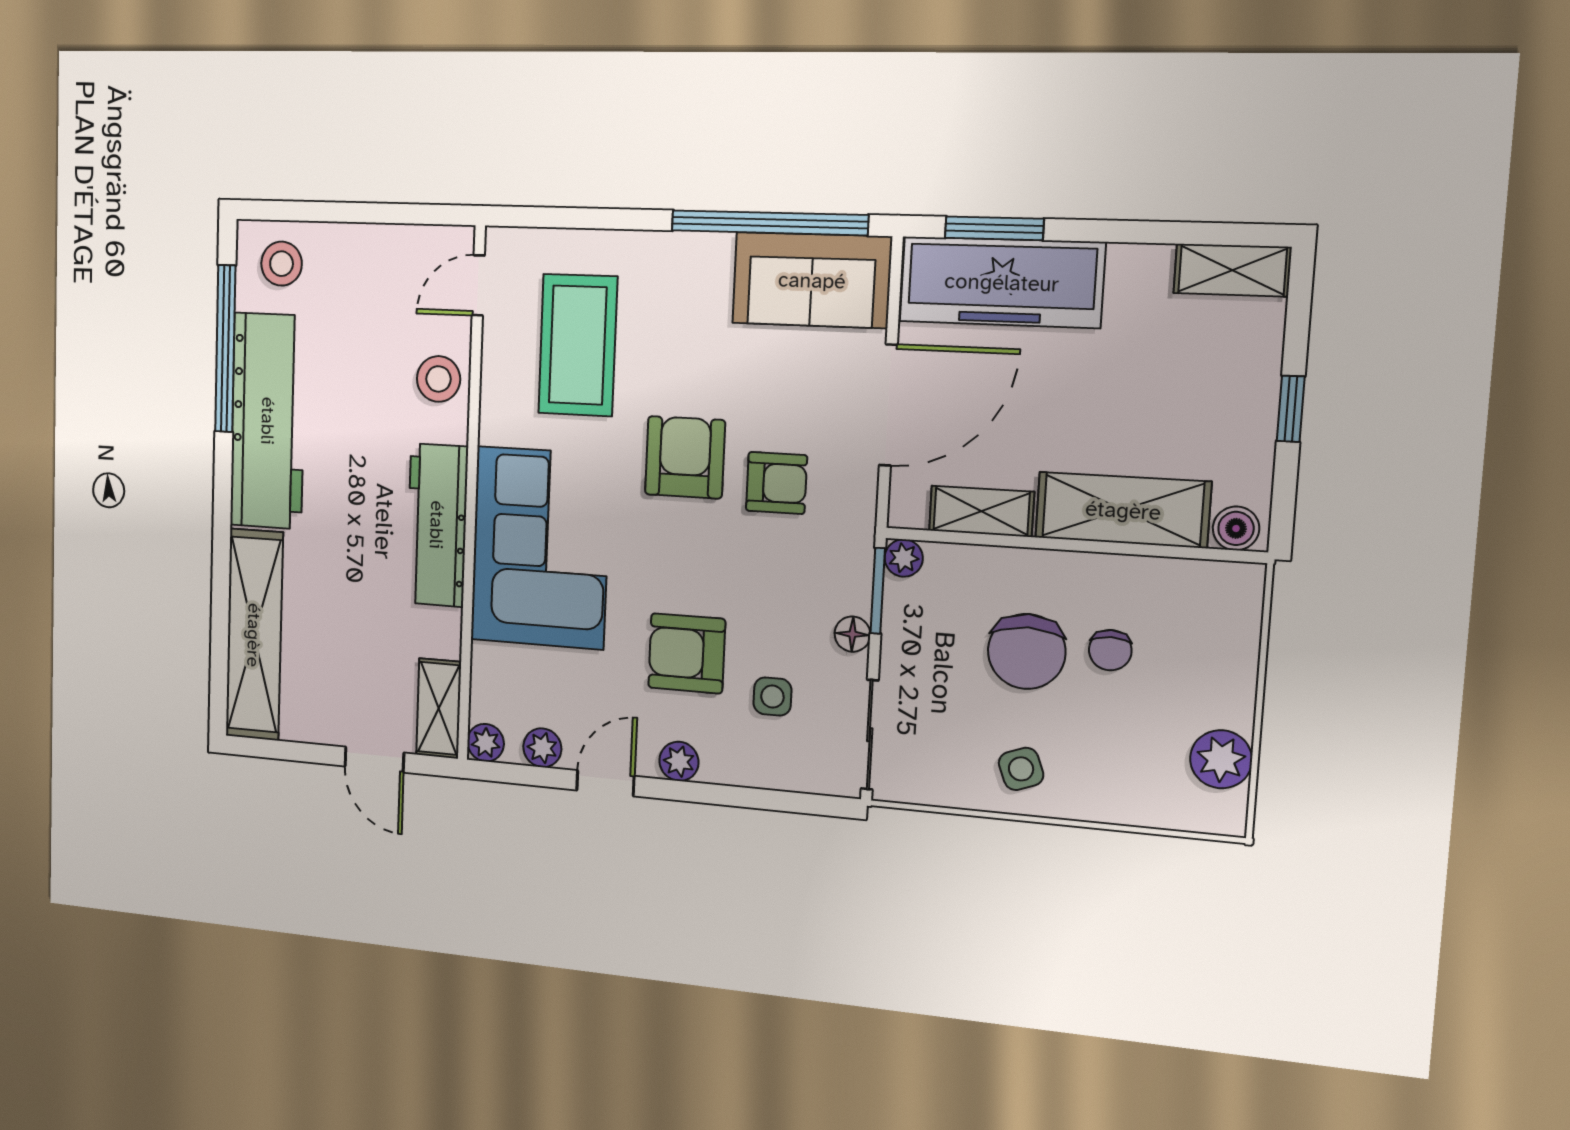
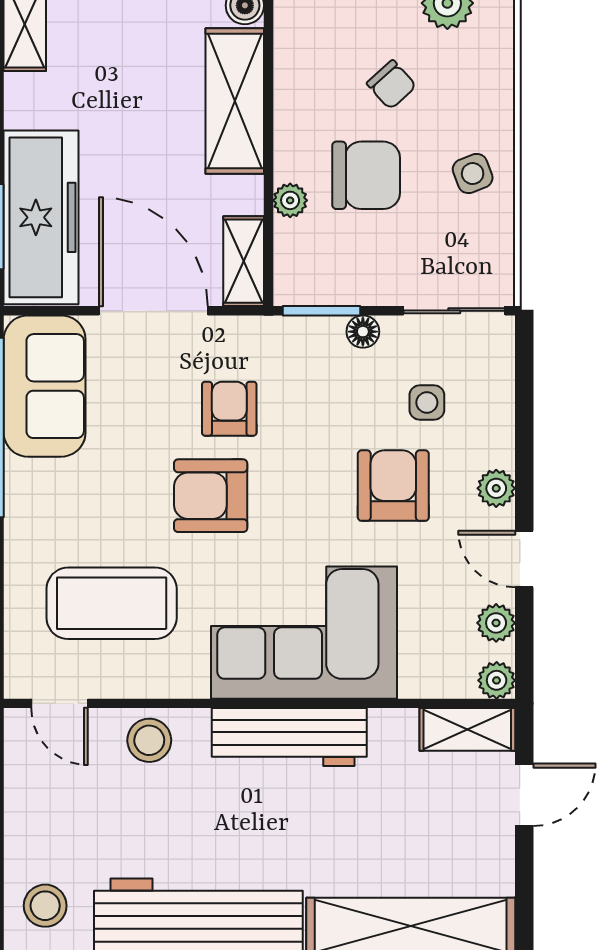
shelving: (981, 511) -> (244, 261), moved
plant: (904, 558) -> (290, 200), moved
chair: (1110, 650) -> (391, 85), moved, turned 48
armchair: (687, 653) -> (393, 486), turned 180

